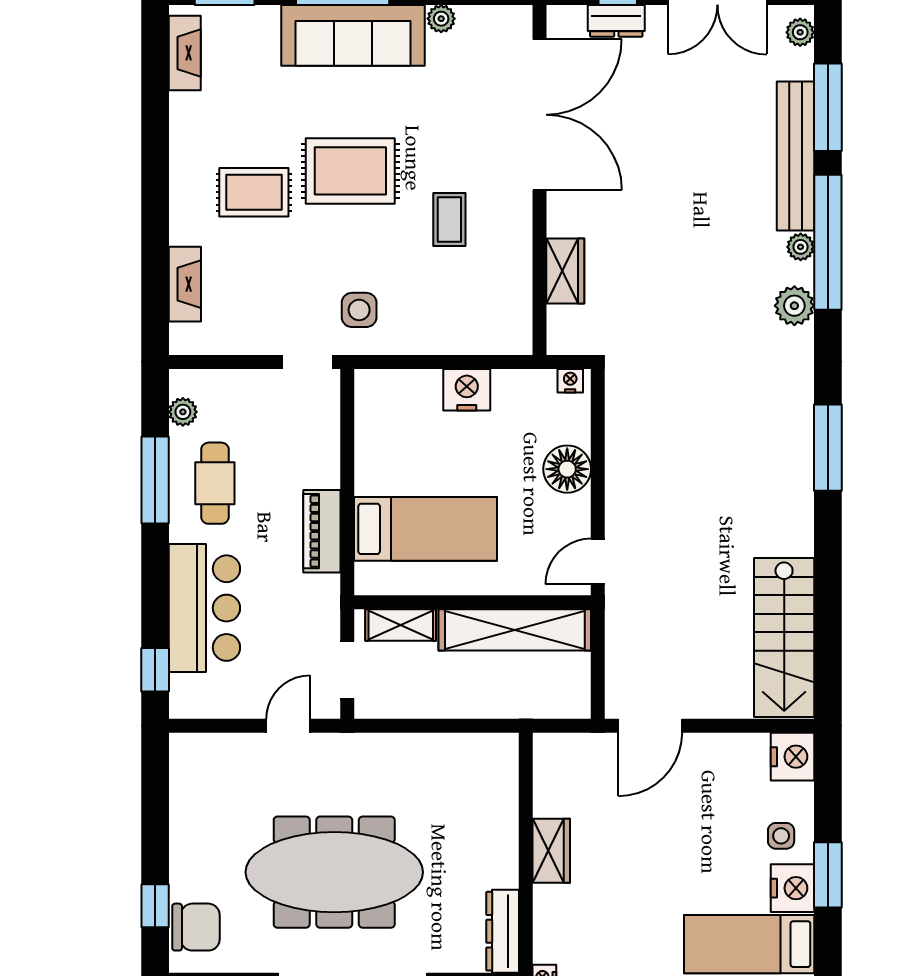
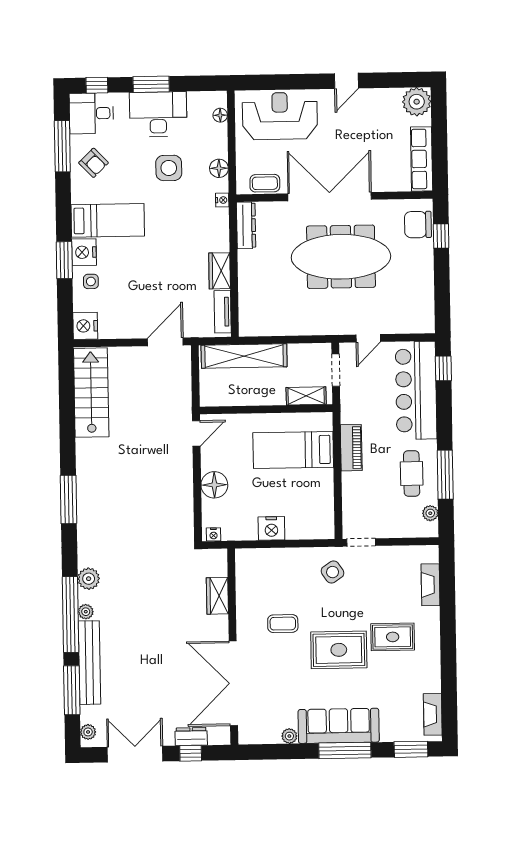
coffee table: (449, 220) -> (283, 624), turned 90
side table: (359, 310) -> (333, 572), turned -34
bar counter: (204, 608) -> (416, 390), width x1.36
shelving: (515, 630) -> (244, 356), moved
tv unit: (547, 778) -> (223, 312), added

